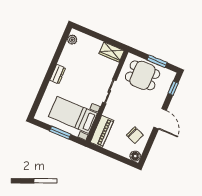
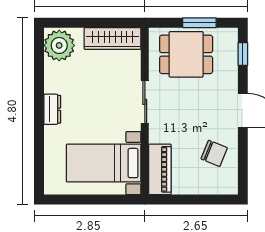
plant: (72, 40) -> (59, 45), width x1.88, depth x1.88
wardrobe: (112, 52) -> (113, 38), width x1.50
window: (60, 133) -> (95, 199), removed
floor lamp: (135, 156) -> (229, 186), removed

